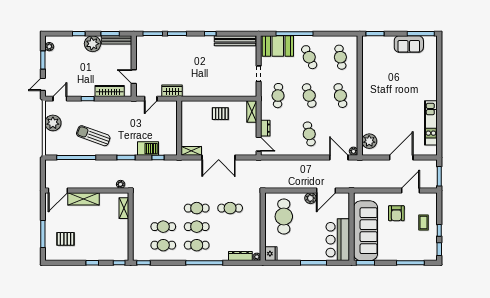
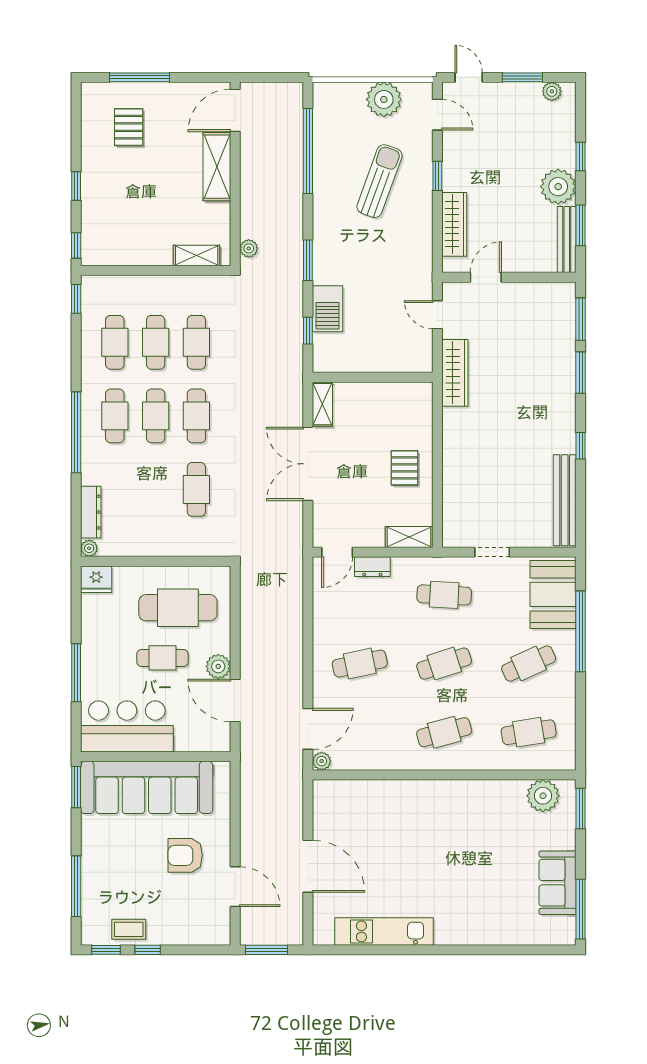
wardrobe: (172, 91) -> (455, 373), width x1.50
sun lounger: (93, 136) -> (379, 181), moved
plant: (369, 141) -> (543, 796), moved
door: (58, 190) -> (235, 110), hinge flipped
cafe table: (163, 208) -> (196, 342), added
coffee table: (424, 223) -> (129, 929), moved
cafe table: (307, 224) -> (162, 658), added

